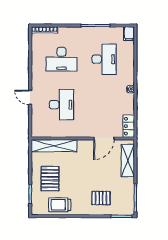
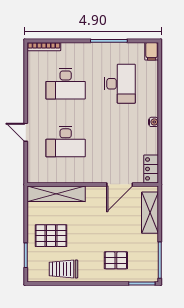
desk: (61, 105) -> (66, 142), turned 90
pallet: (50, 179) -> (51, 236), turned 90

